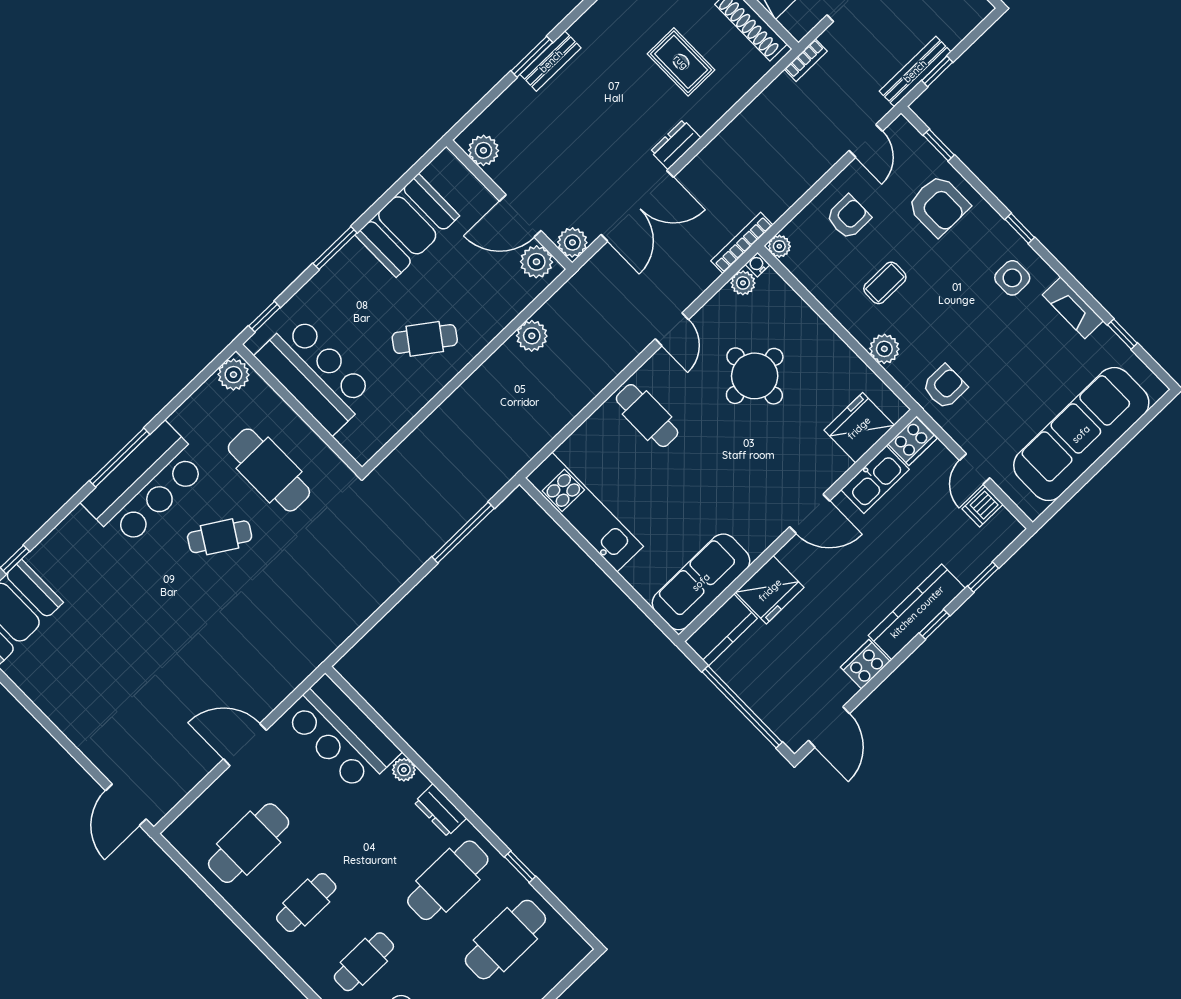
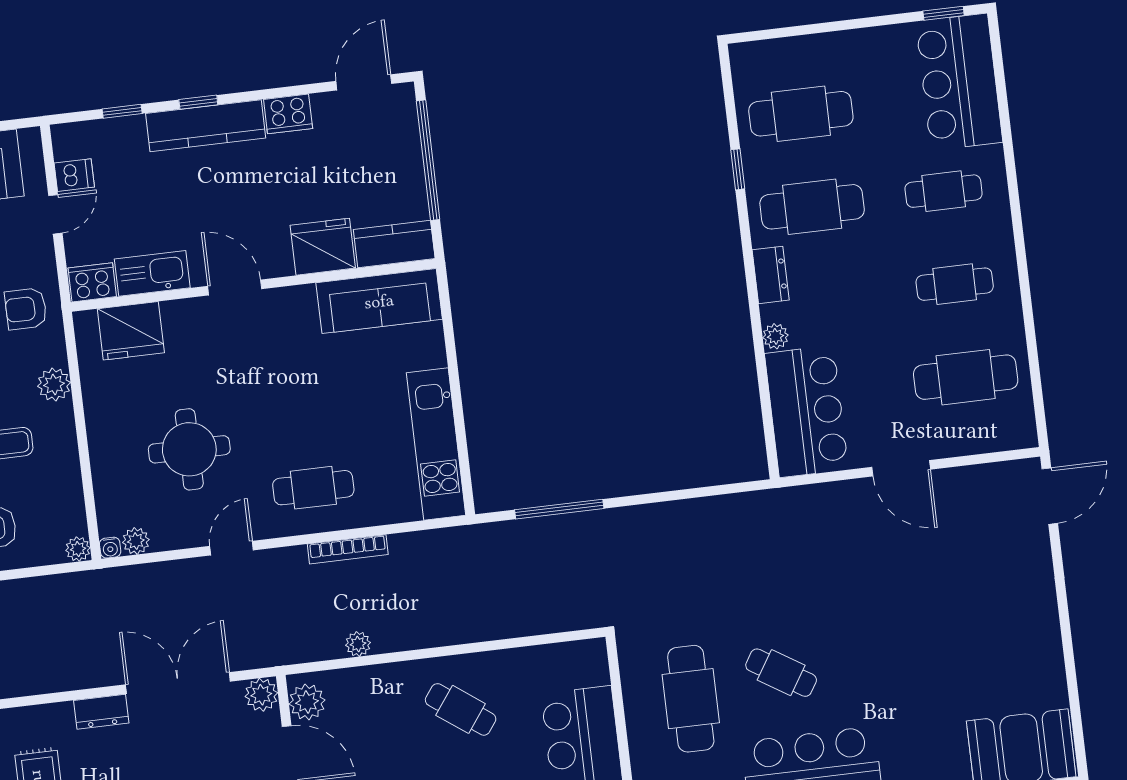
bookcase: (742, 243) -> (348, 549), moved
plant: (532, 336) -> (358, 644), width x0.73, depth x0.73
cafe table: (647, 416) -> (313, 488), turned 90

